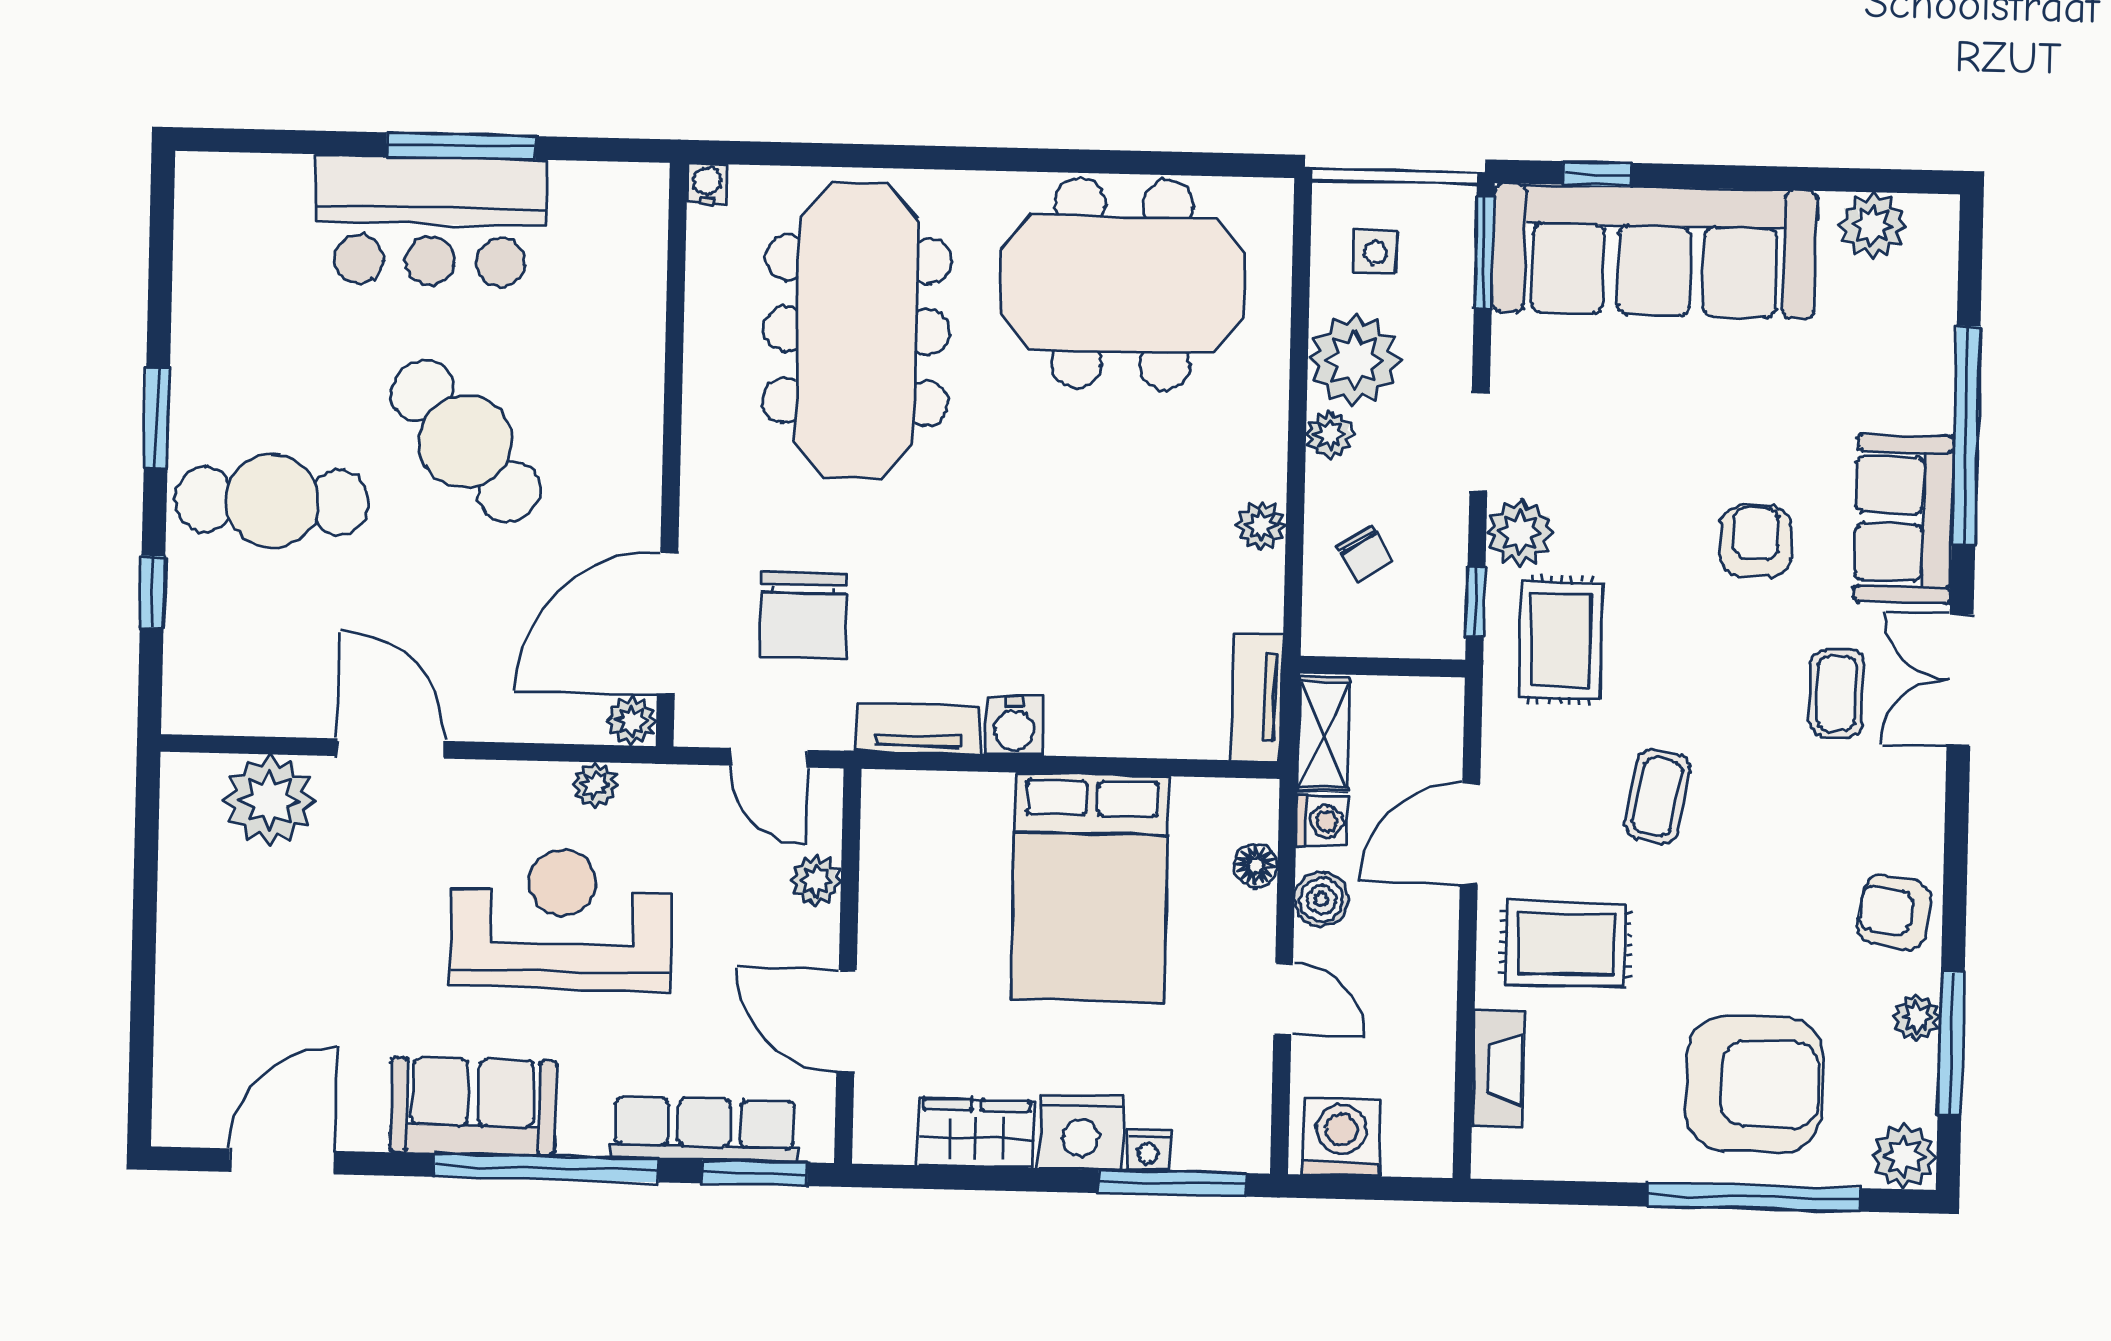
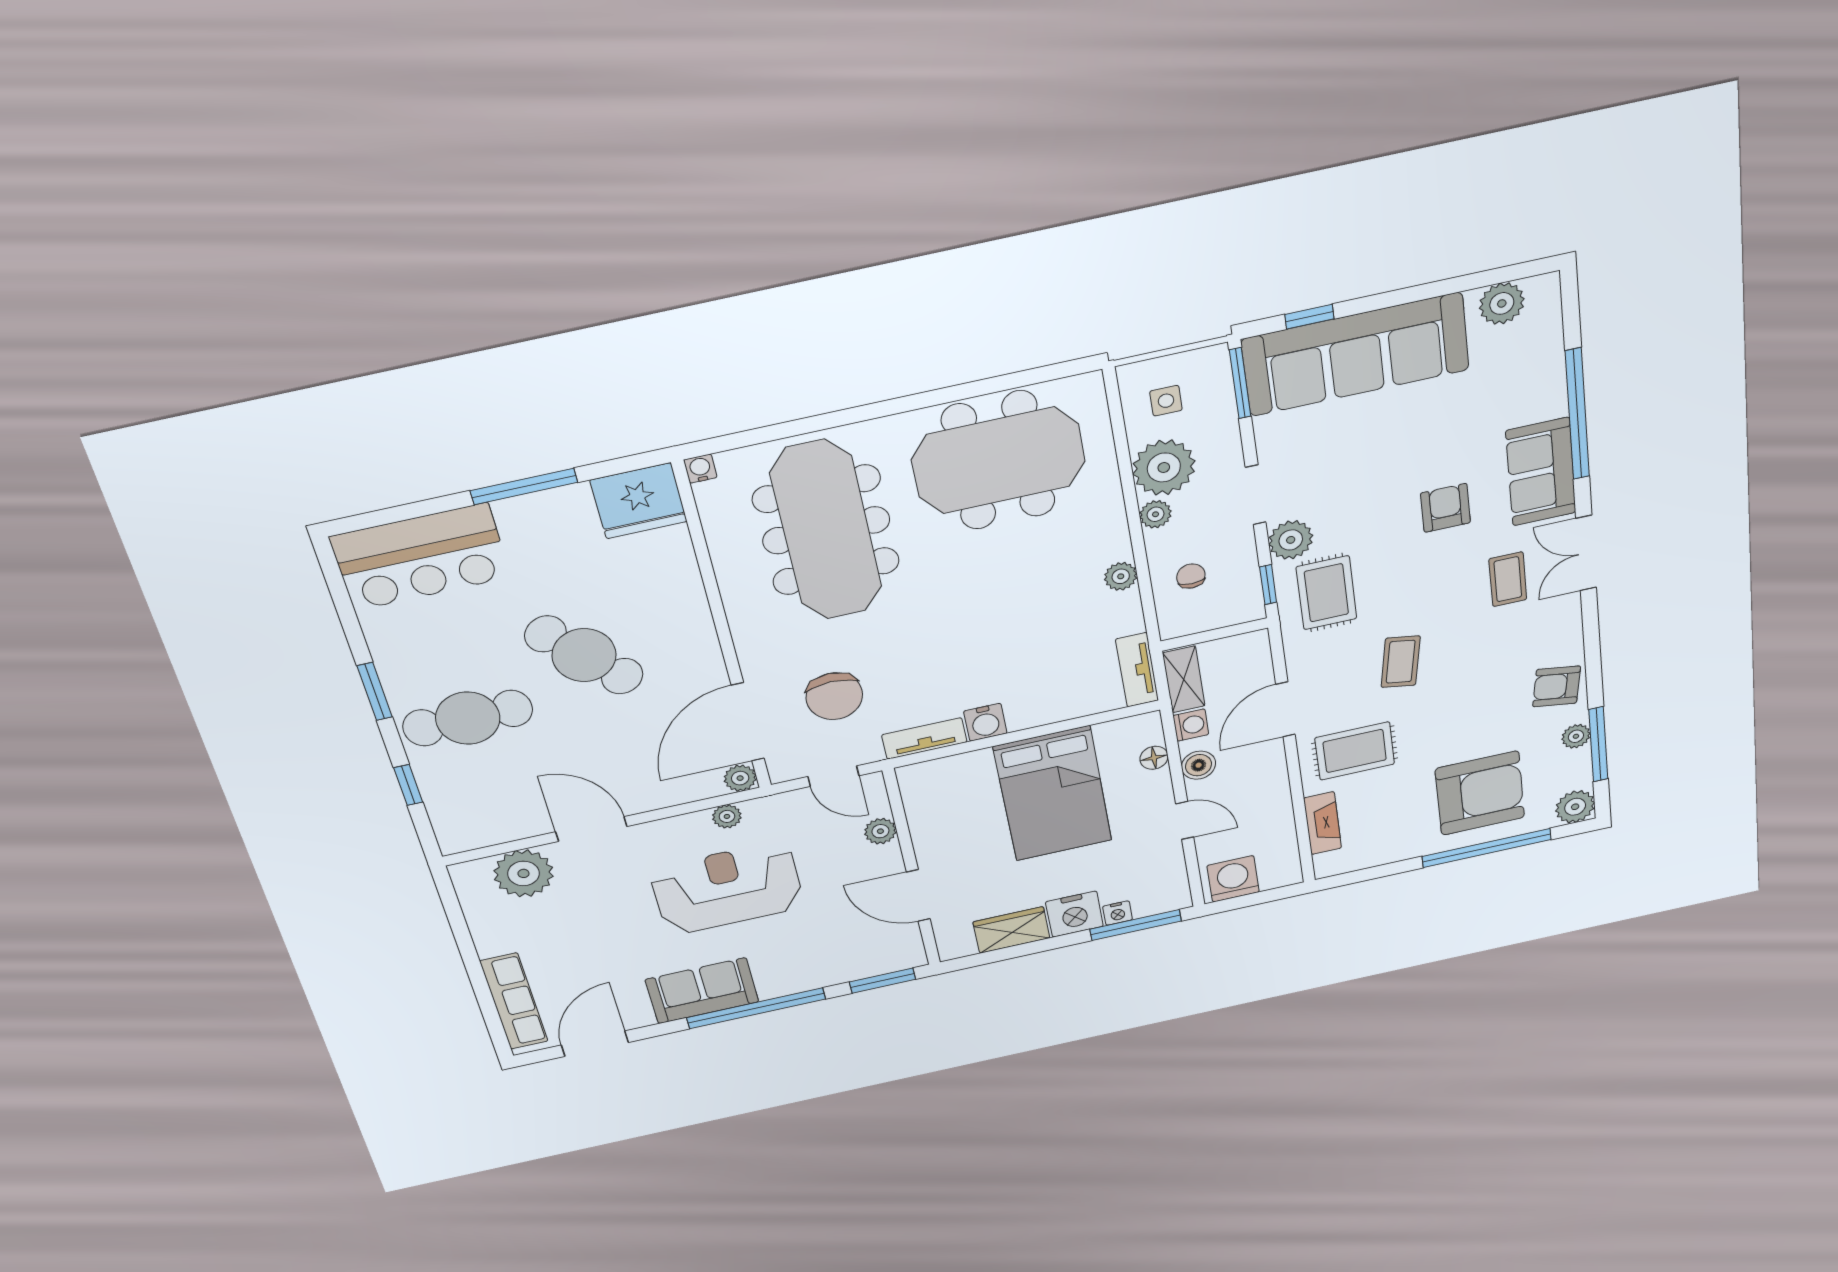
fridge: (610, 211) -> (639, 501), added
bar counter: (430, 221) -> (421, 557), moved
chair: (1364, 554) -> (1191, 576), turned -148
row of seats: (704, 1129) -> (514, 1001), moved, turned 90

